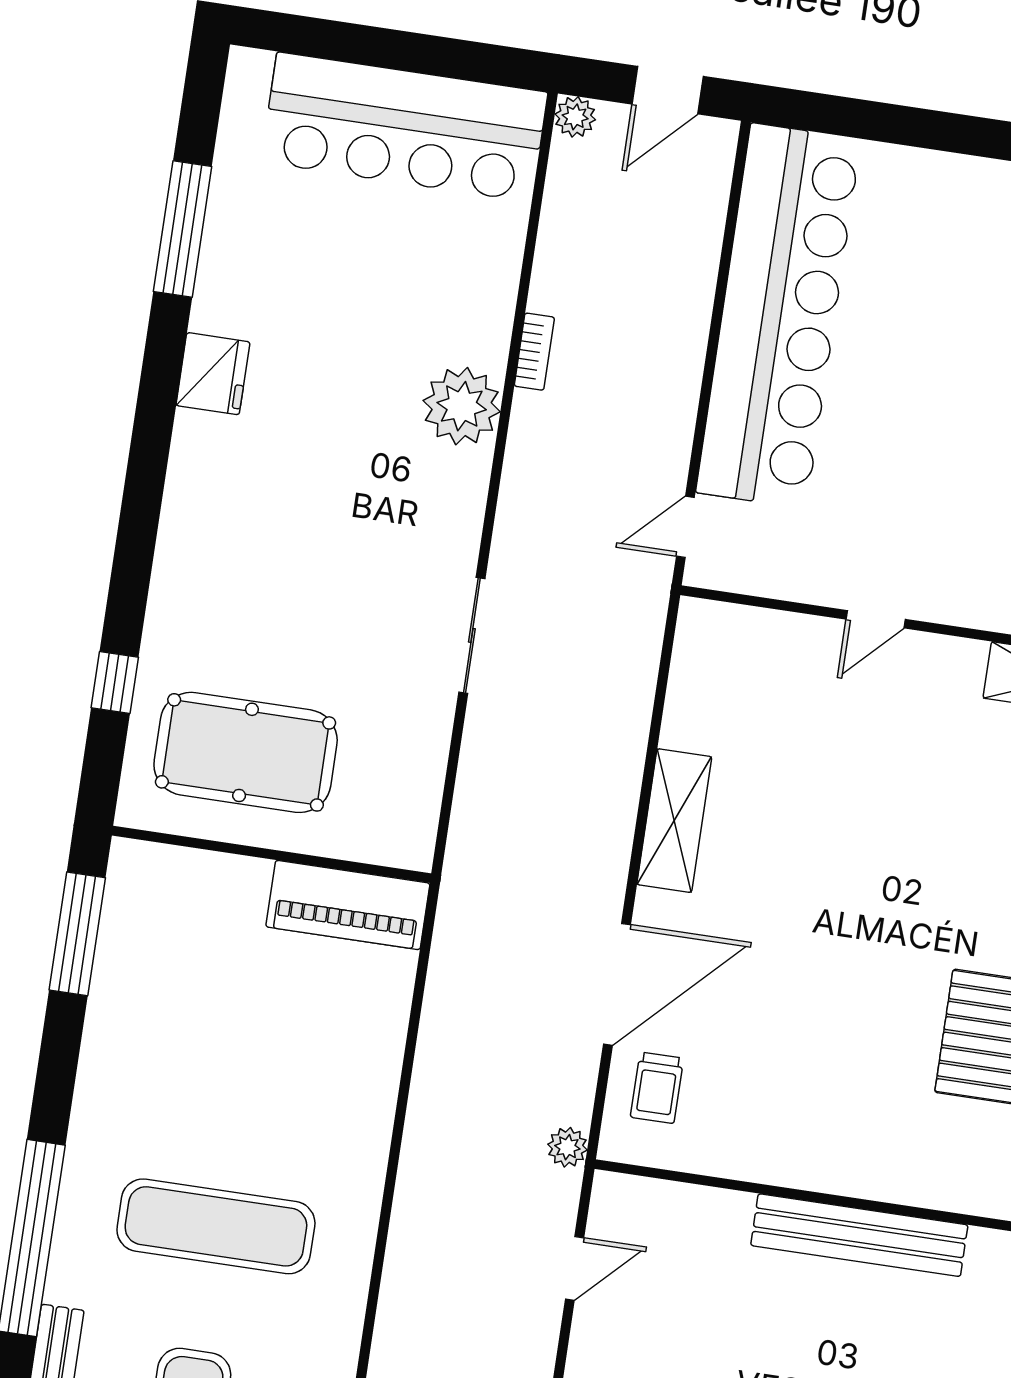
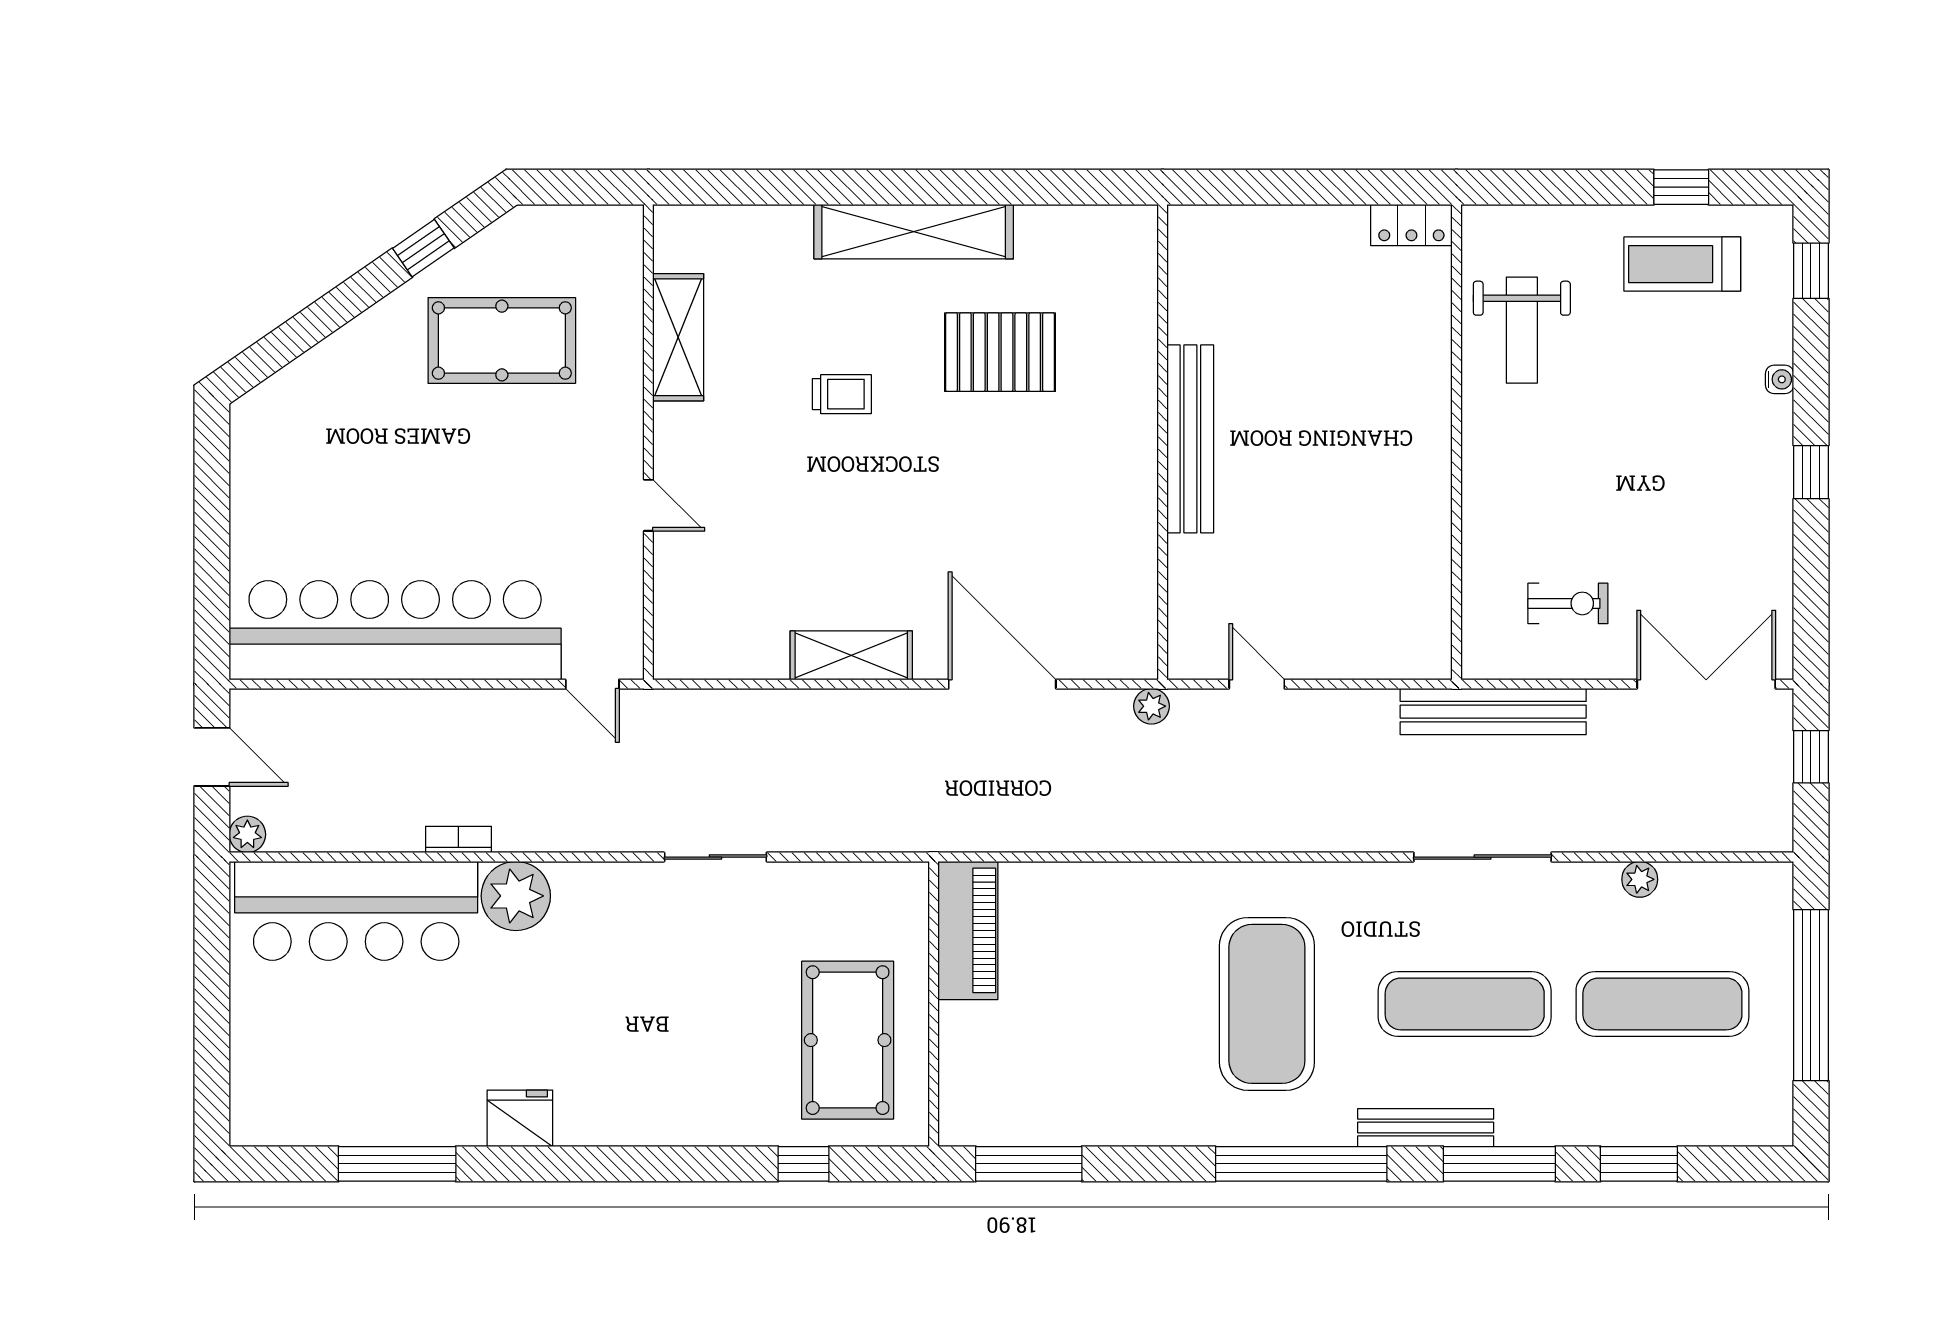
bar counter: (404, 127) -> (356, 911), moved, turned 90
trolley: (657, 1088) -> (842, 394), moved
exercise mat: (216, 1226) -> (1267, 1004), width x1.47

